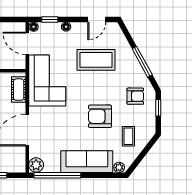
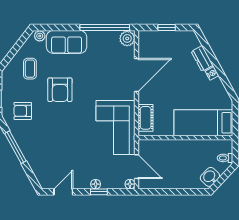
window: (50, 19) -> (99, 192), moved
coffee table: (96, 60) -> (64, 149), removed
armchair: (100, 116) -> (60, 90), turned 90
sofa: (87, 162) -> (67, 42), width x0.73

